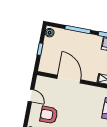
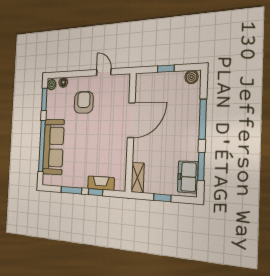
door: (31, 96) -> (104, 72), swing flipped

